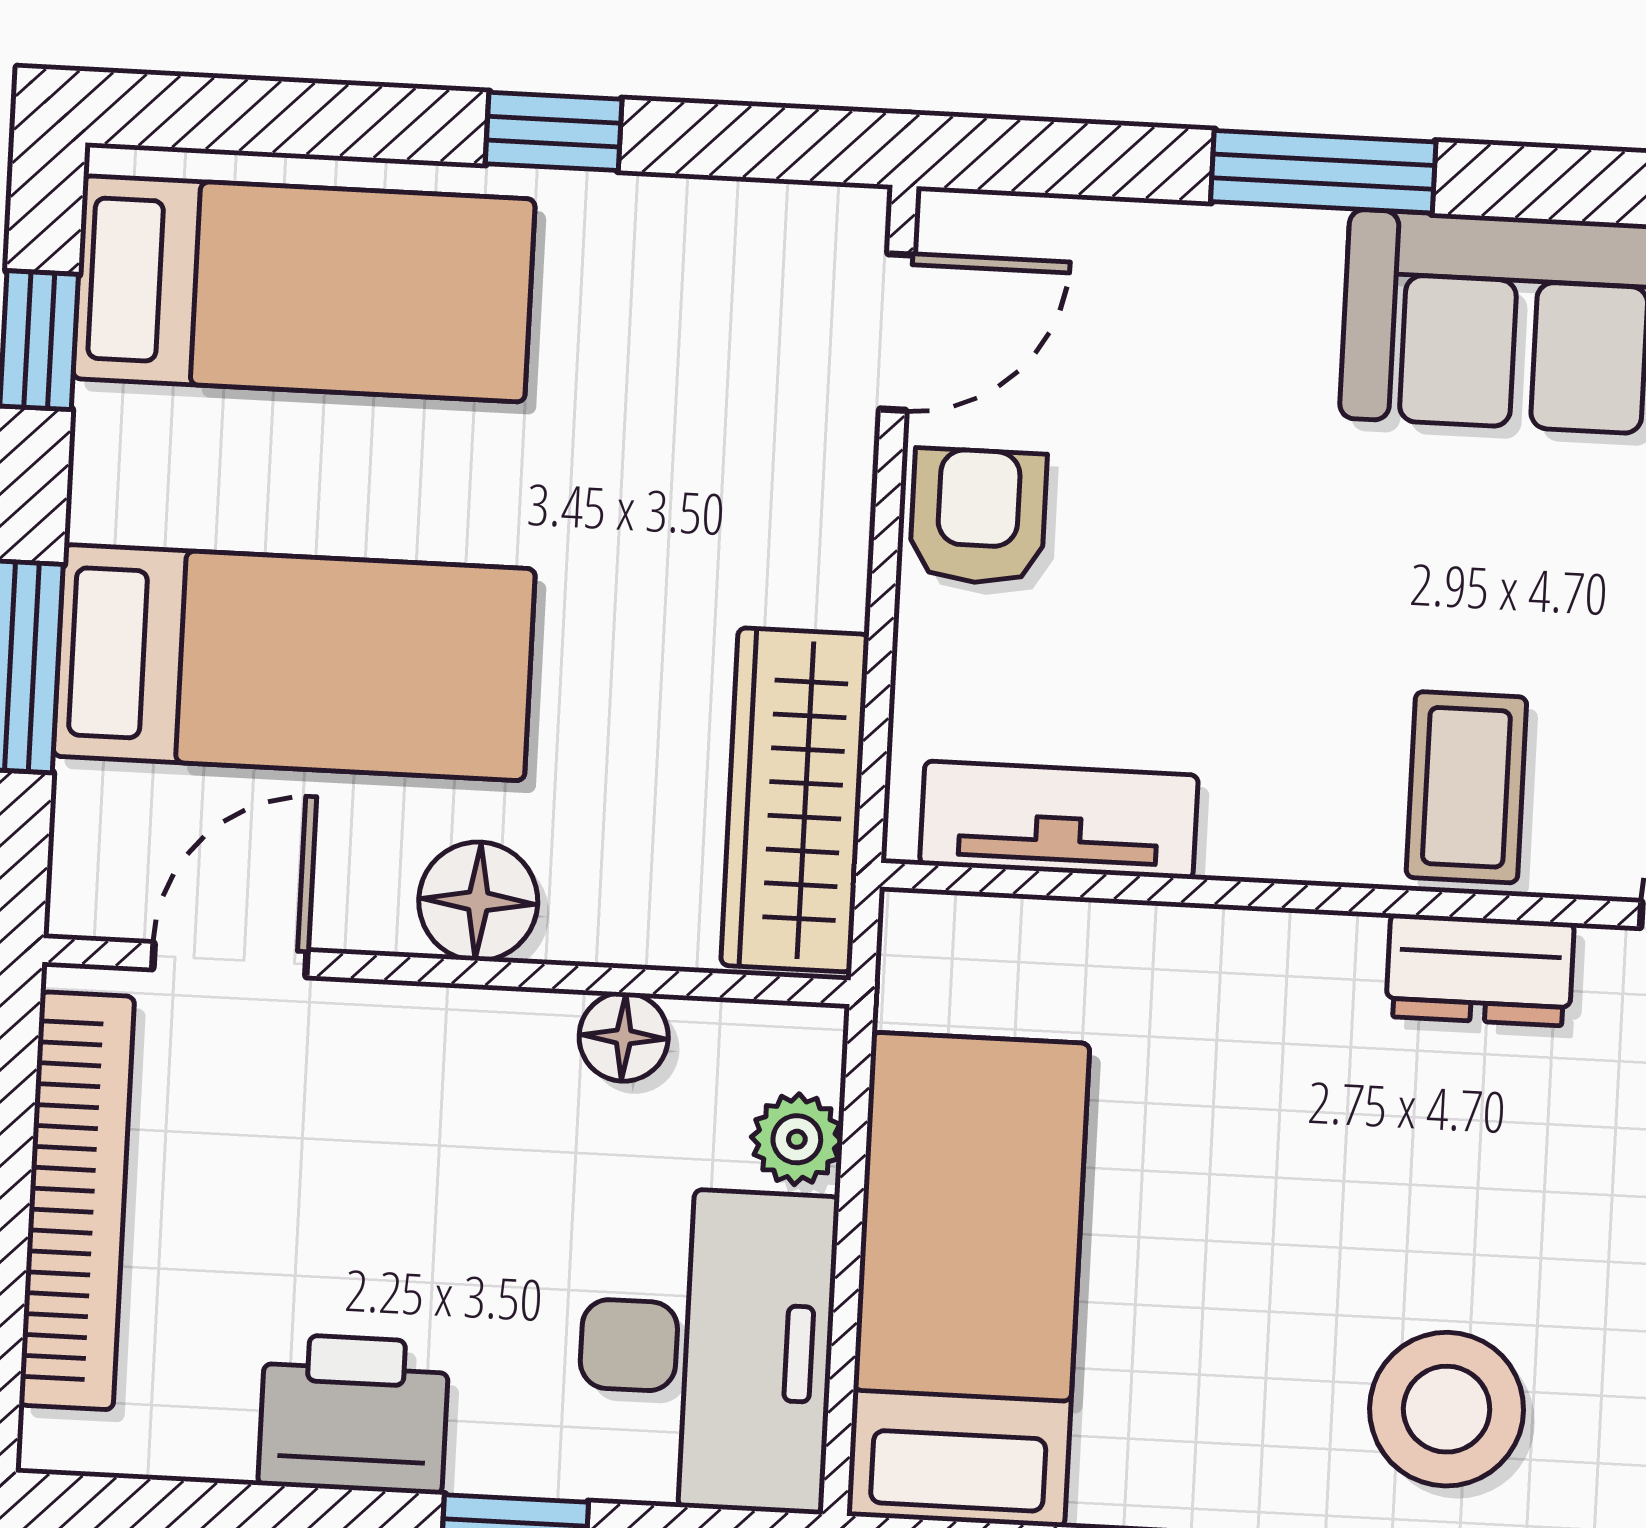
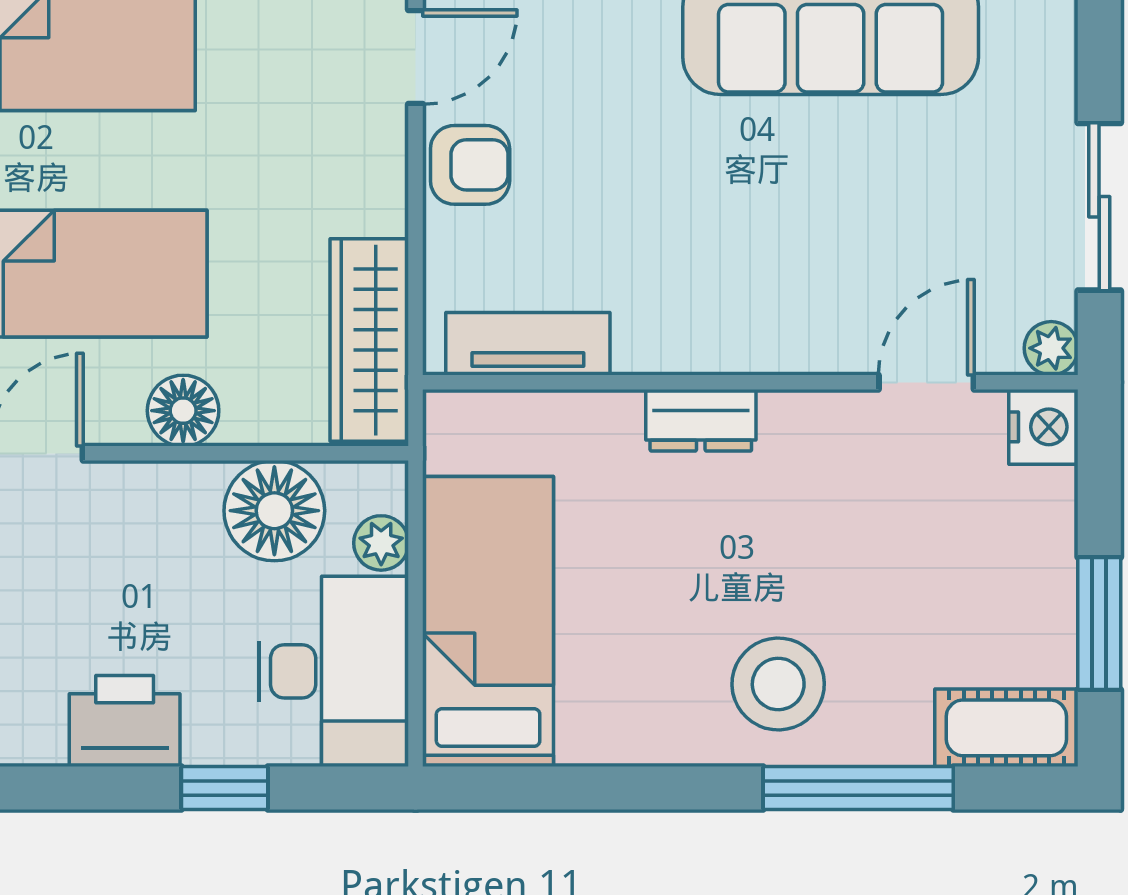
armchair: (978, 517) -> (470, 165), turned 90
coffee table: (1466, 787) -> (771, 311), removed
dresser: (1480, 970) -> (701, 420), moved
floor lamp: (624, 1037) -> (274, 511), width x1.89, depth x1.89

